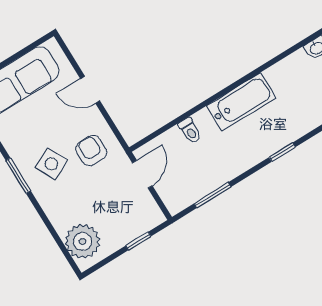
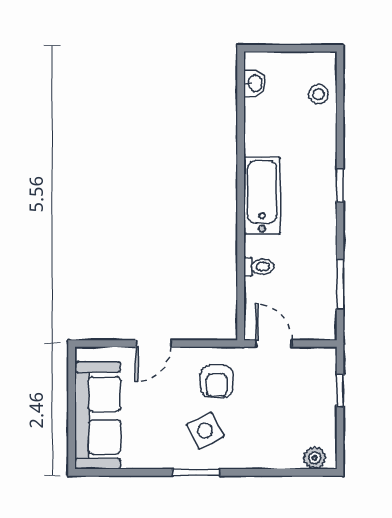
armchair: (91, 151) -> (217, 381), turned -90
plant: (83, 241) -> (315, 458), width x0.53, depth x0.53

